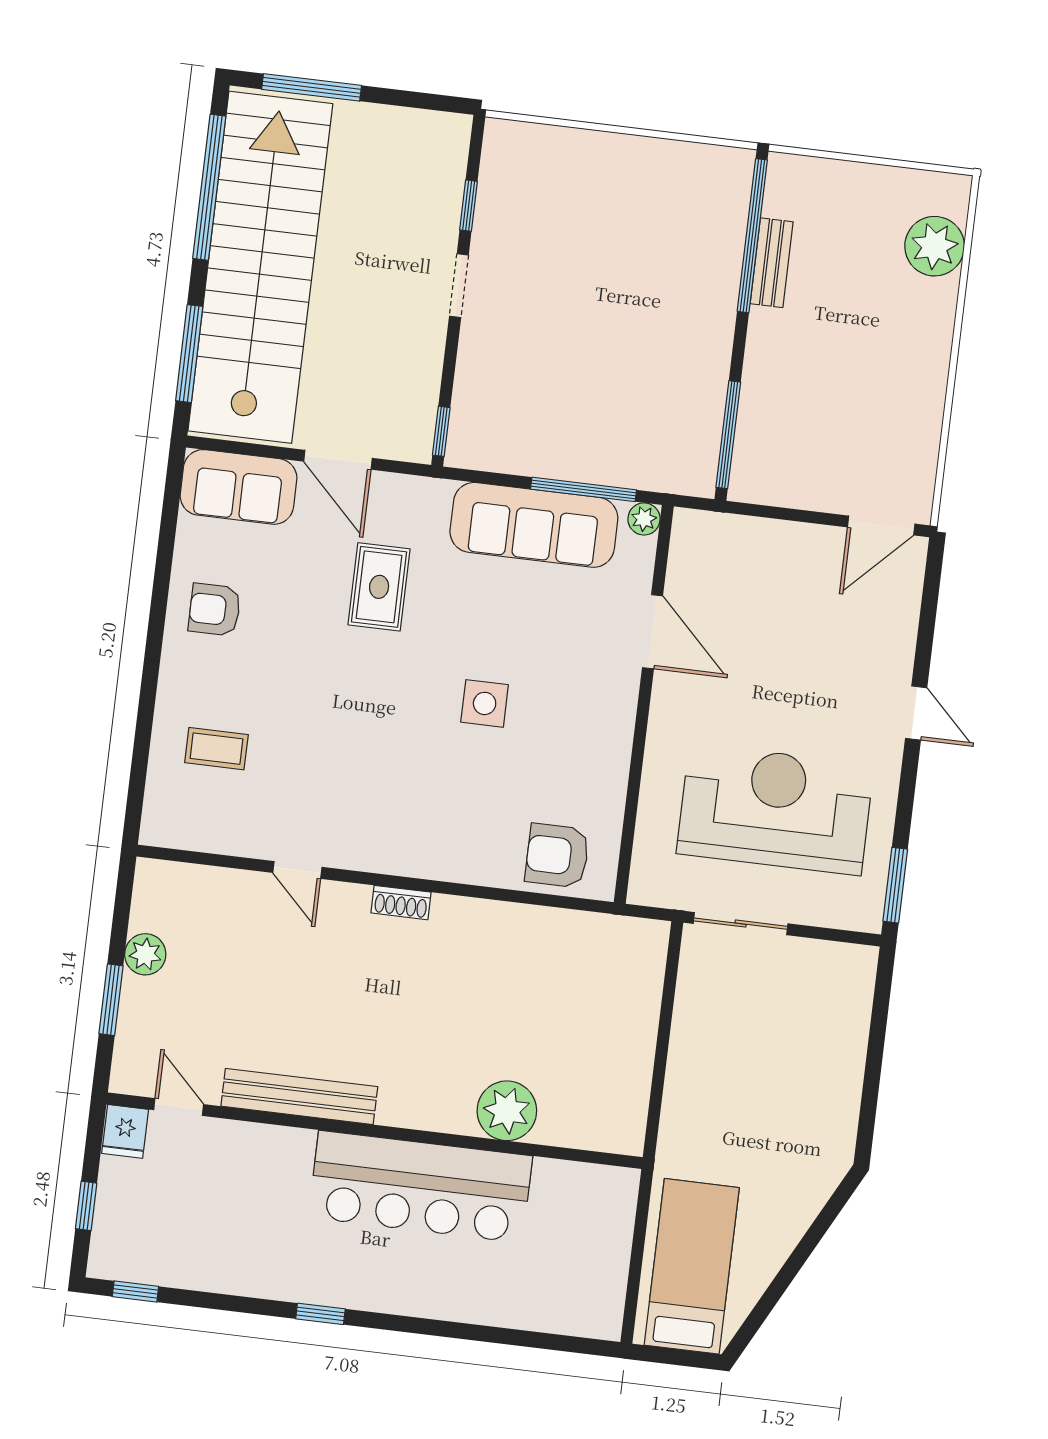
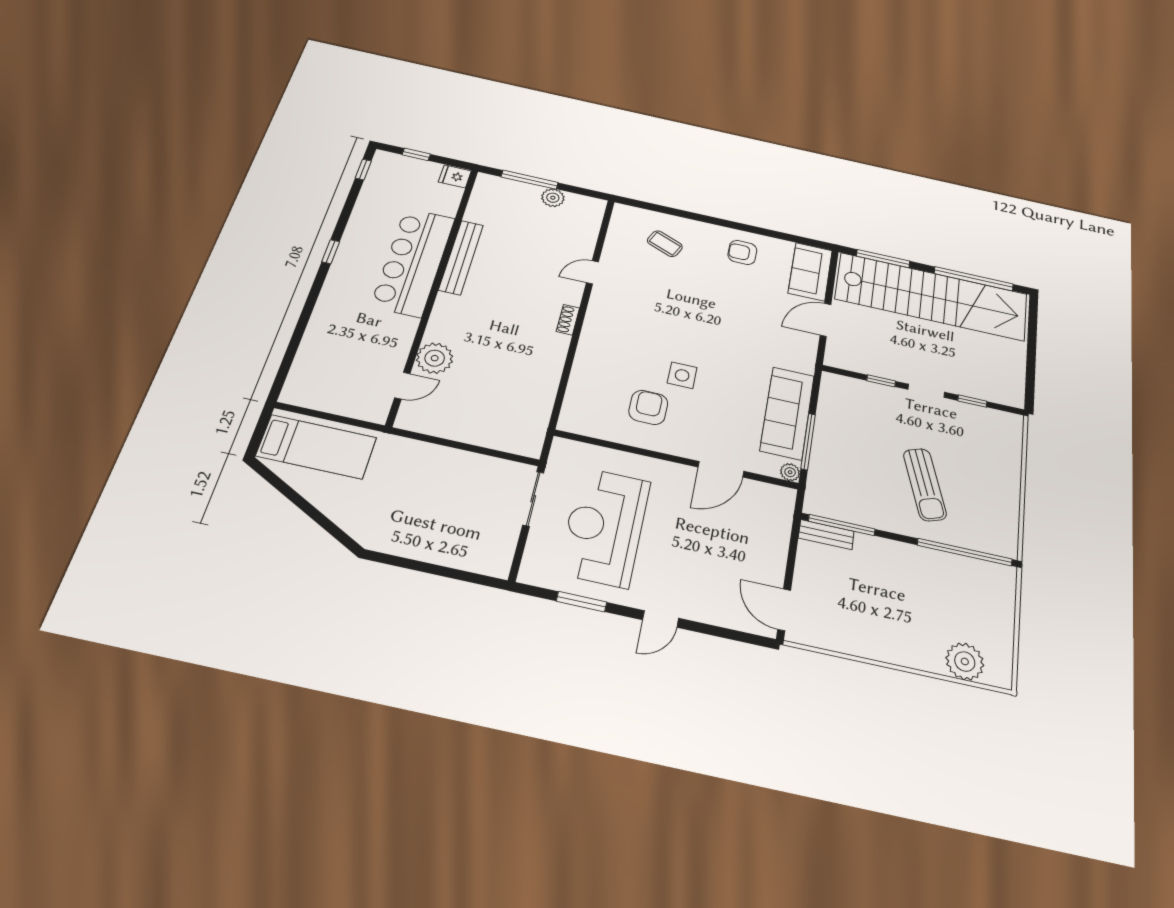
window: (312, 87) -> (1032, 332), removed
bench: (772, 263) -> (826, 535), moved
sun lounger: (639, 296) -> (925, 484), added
window: (441, 431) -> (881, 381), moved
rug: (379, 587) -> (753, 331), removed
armchair: (215, 610) -> (742, 252), turned -90
coffee table: (216, 749) -> (665, 244), turned -67
reception desk: (775, 809) -> (605, 527), turned 180
armchair: (557, 856) -> (648, 407), moved
window: (895, 885) -> (582, 602), moved
window: (111, 1000) -> (530, 180), width x1.44
door: (179, 1107) -> (402, 386), moved
bar counter: (421, 1187) -> (413, 262), moved

